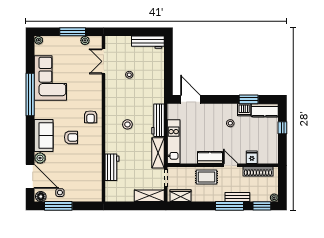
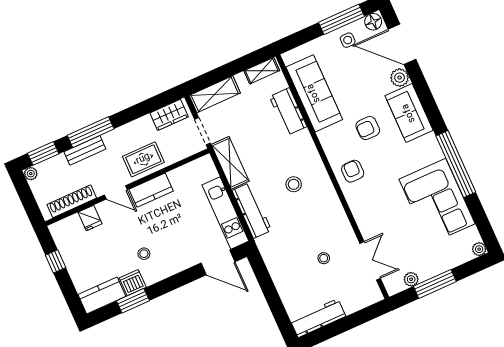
window: (282, 128) -> (56, 261), moved
kitchen unit: (174, 142) -> (225, 213), moved
sofa: (92, 171) -> (314, 93), added
shelving: (117, 197) -> (262, 71), added

